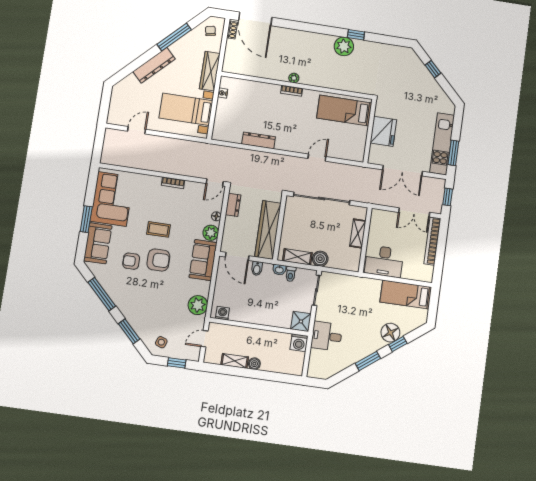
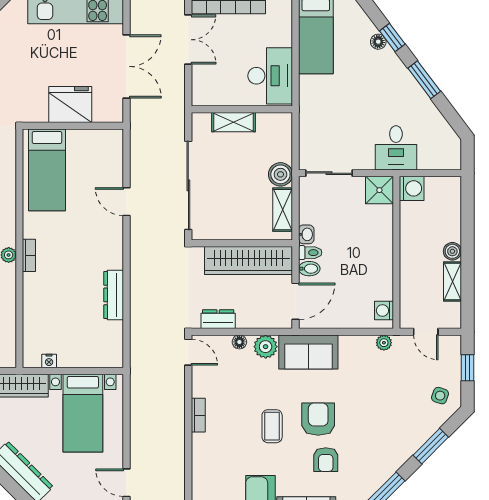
toilet: (291, 274) -> (310, 253), moved
plant: (198, 305) -> (384, 343), width x0.53, depth x0.53
floor lamp: (390, 333) -> (378, 42), width x0.53, depth x0.53

